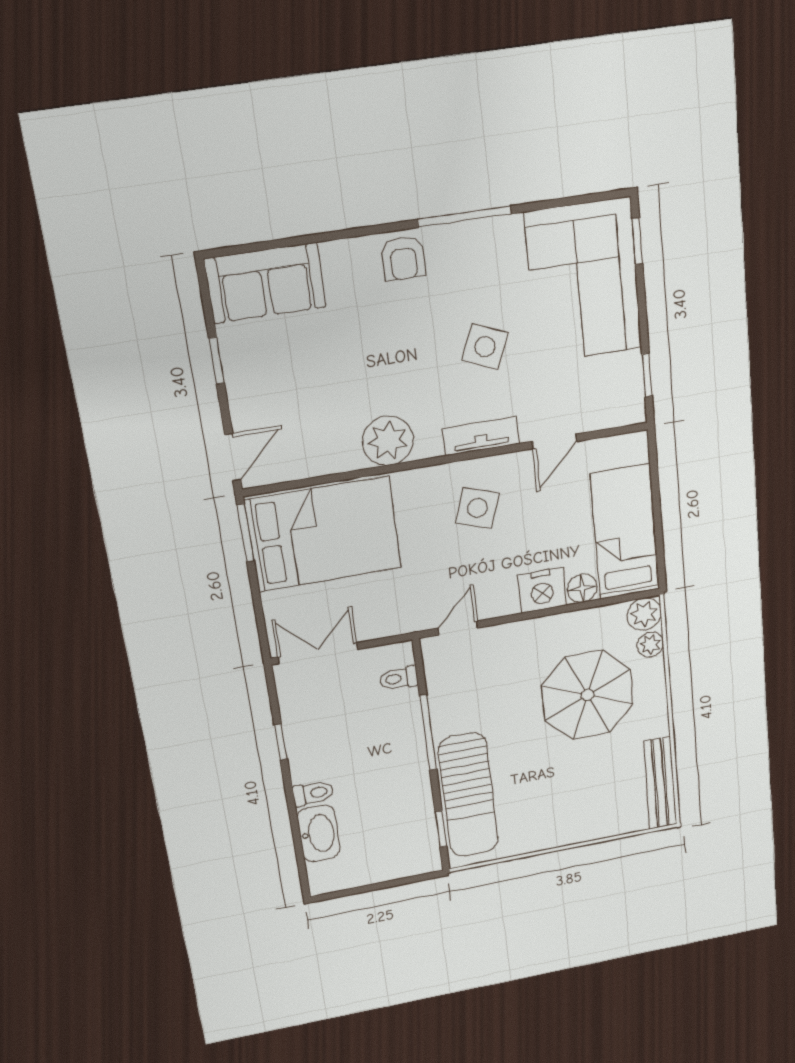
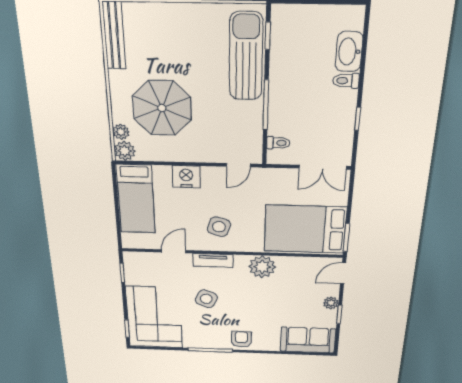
plant: (240, 385) -> (331, 303), added
floor lamp: (582, 588) -> (162, 173), removed

